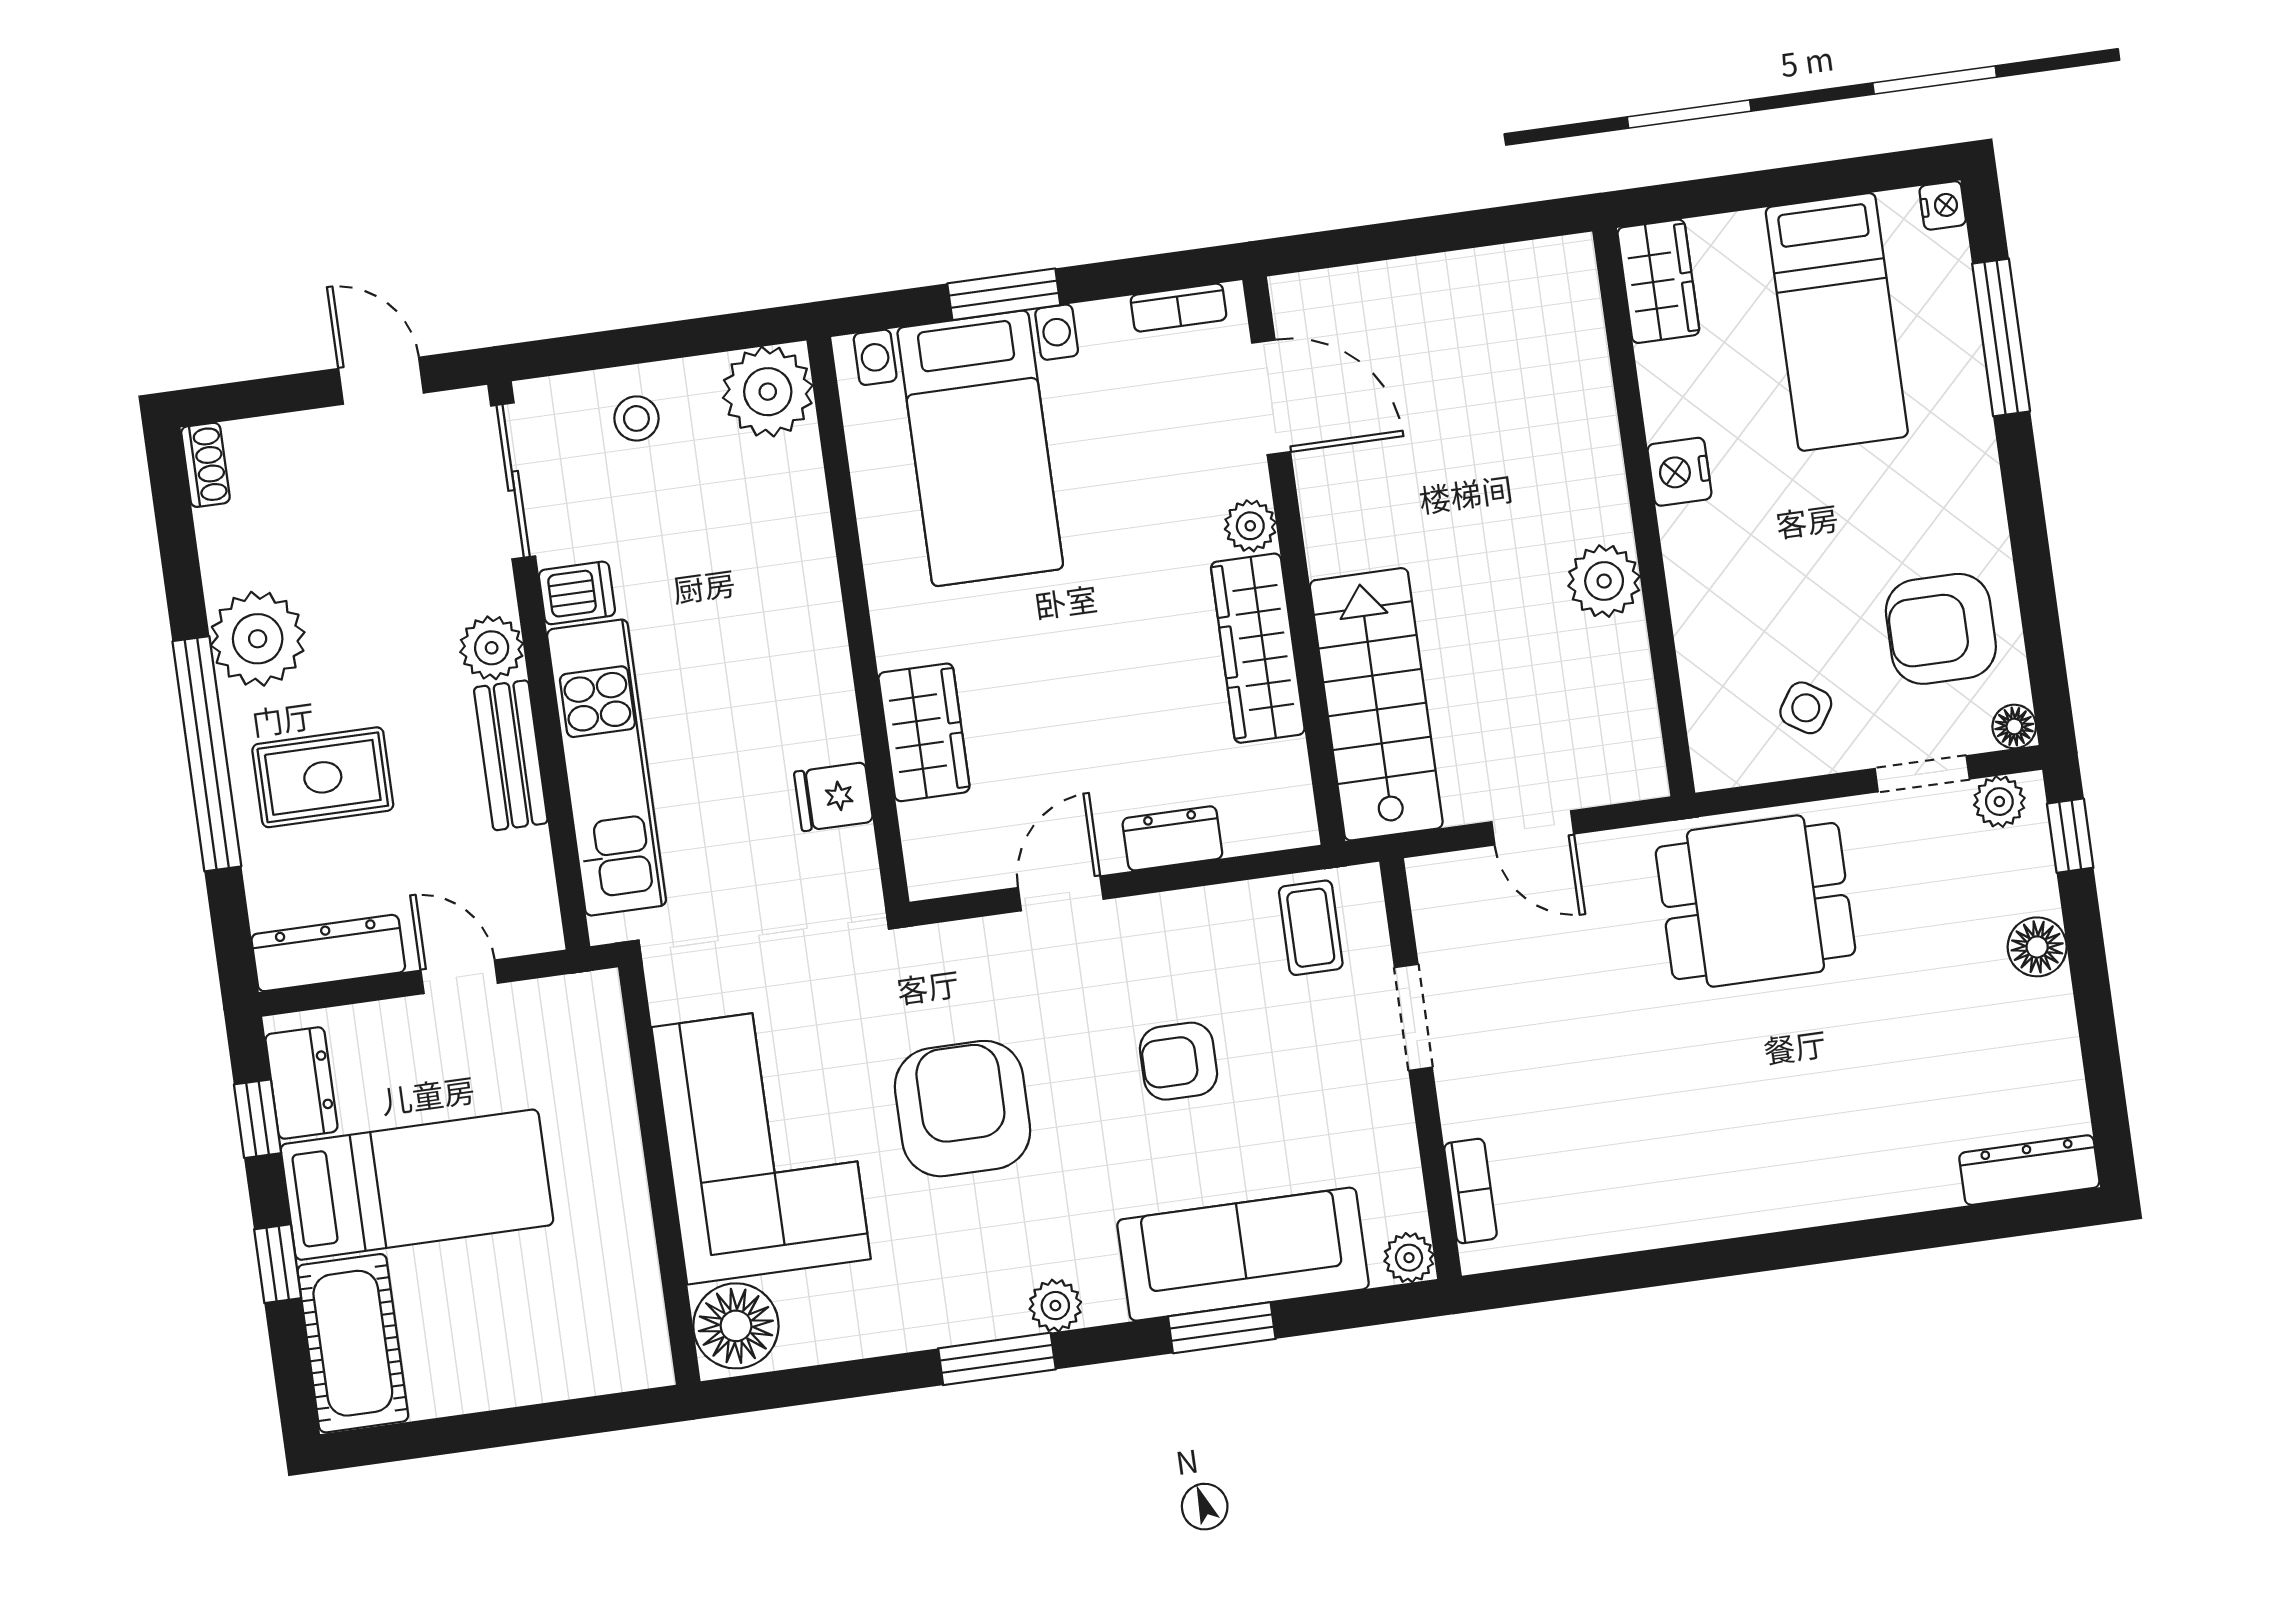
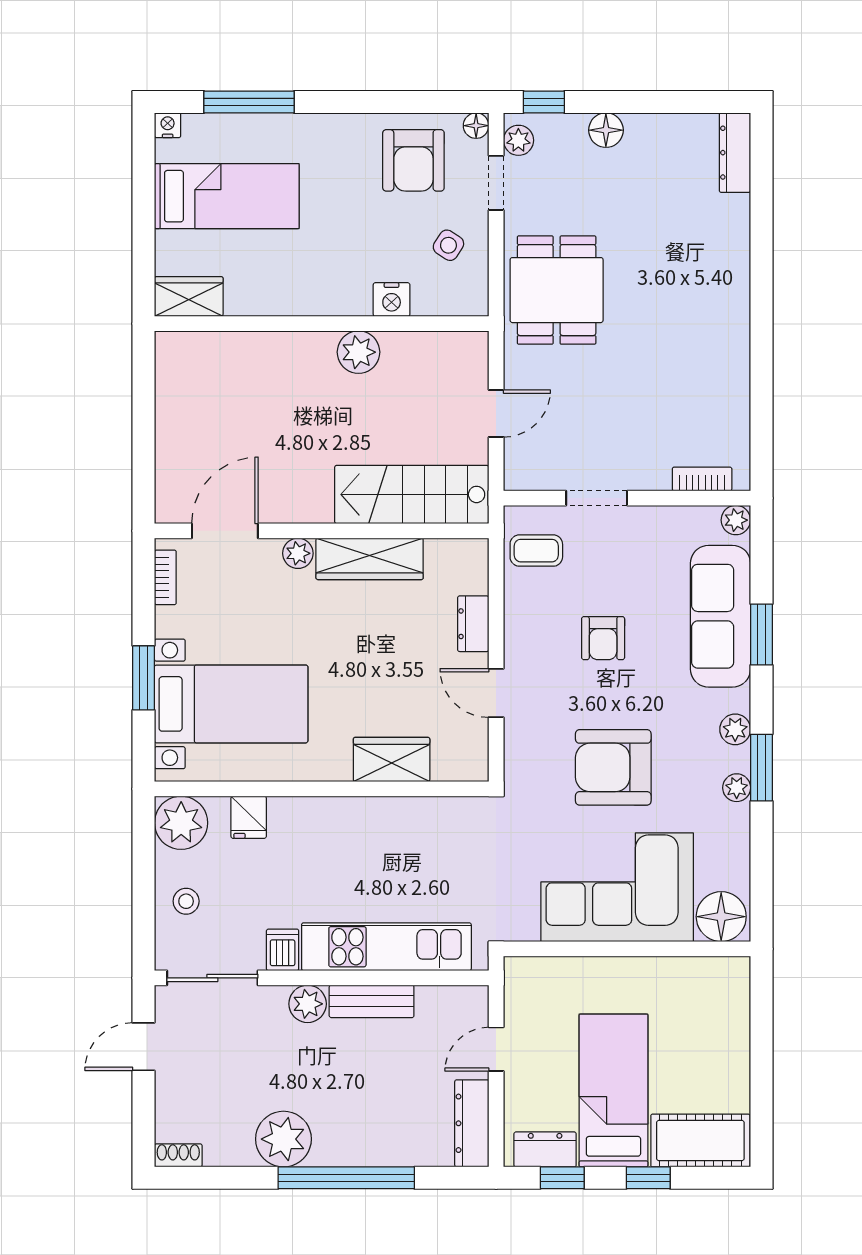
nightstand: (1680, 472) -> (392, 300), moved
rug: (323, 777) -> (369, 1112), removed
fridge: (834, 797) -> (249, 817), moved
plant: (957, 1322) -> (737, 788), added

